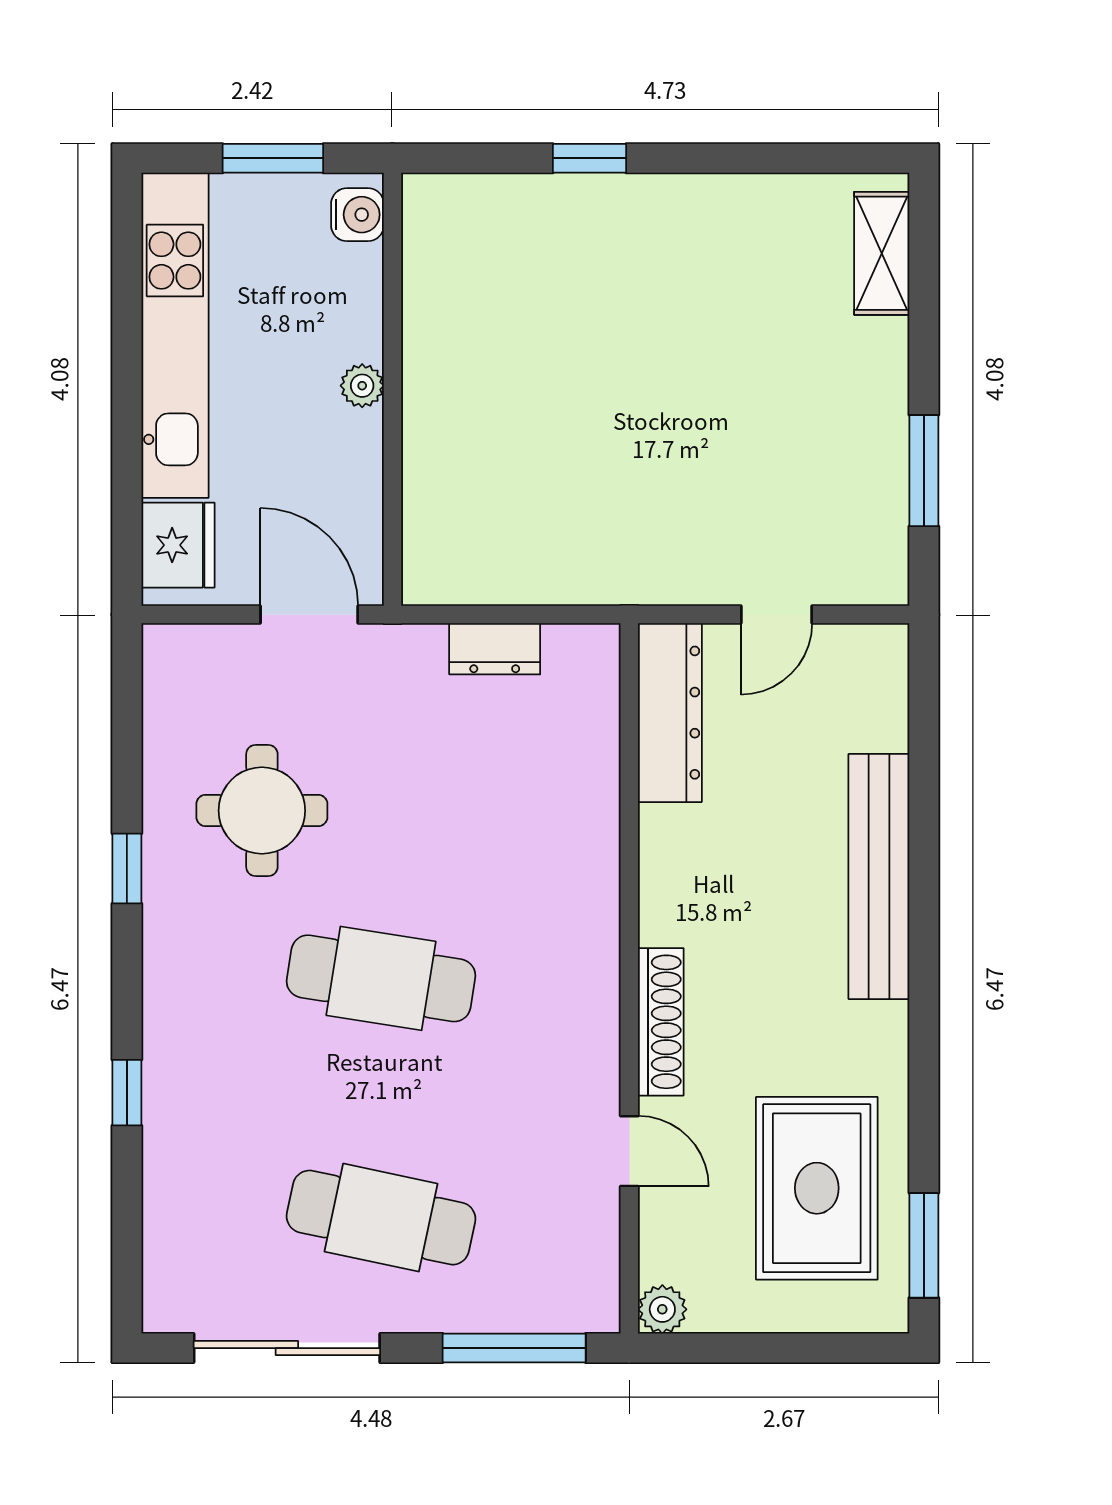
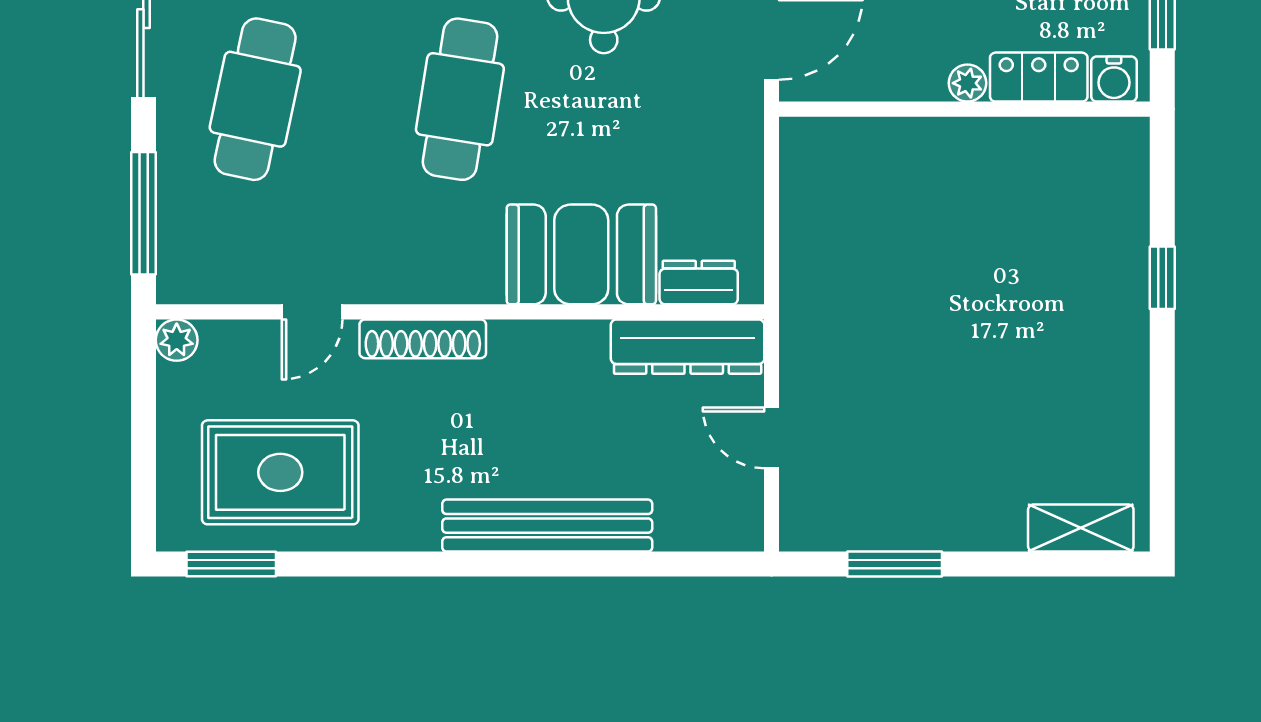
locker: (355, 302) -> (1039, 77), added
dresser: (495, 649) -> (699, 283), moved, turned 90
booth: (562, 837) -> (581, 254), added

